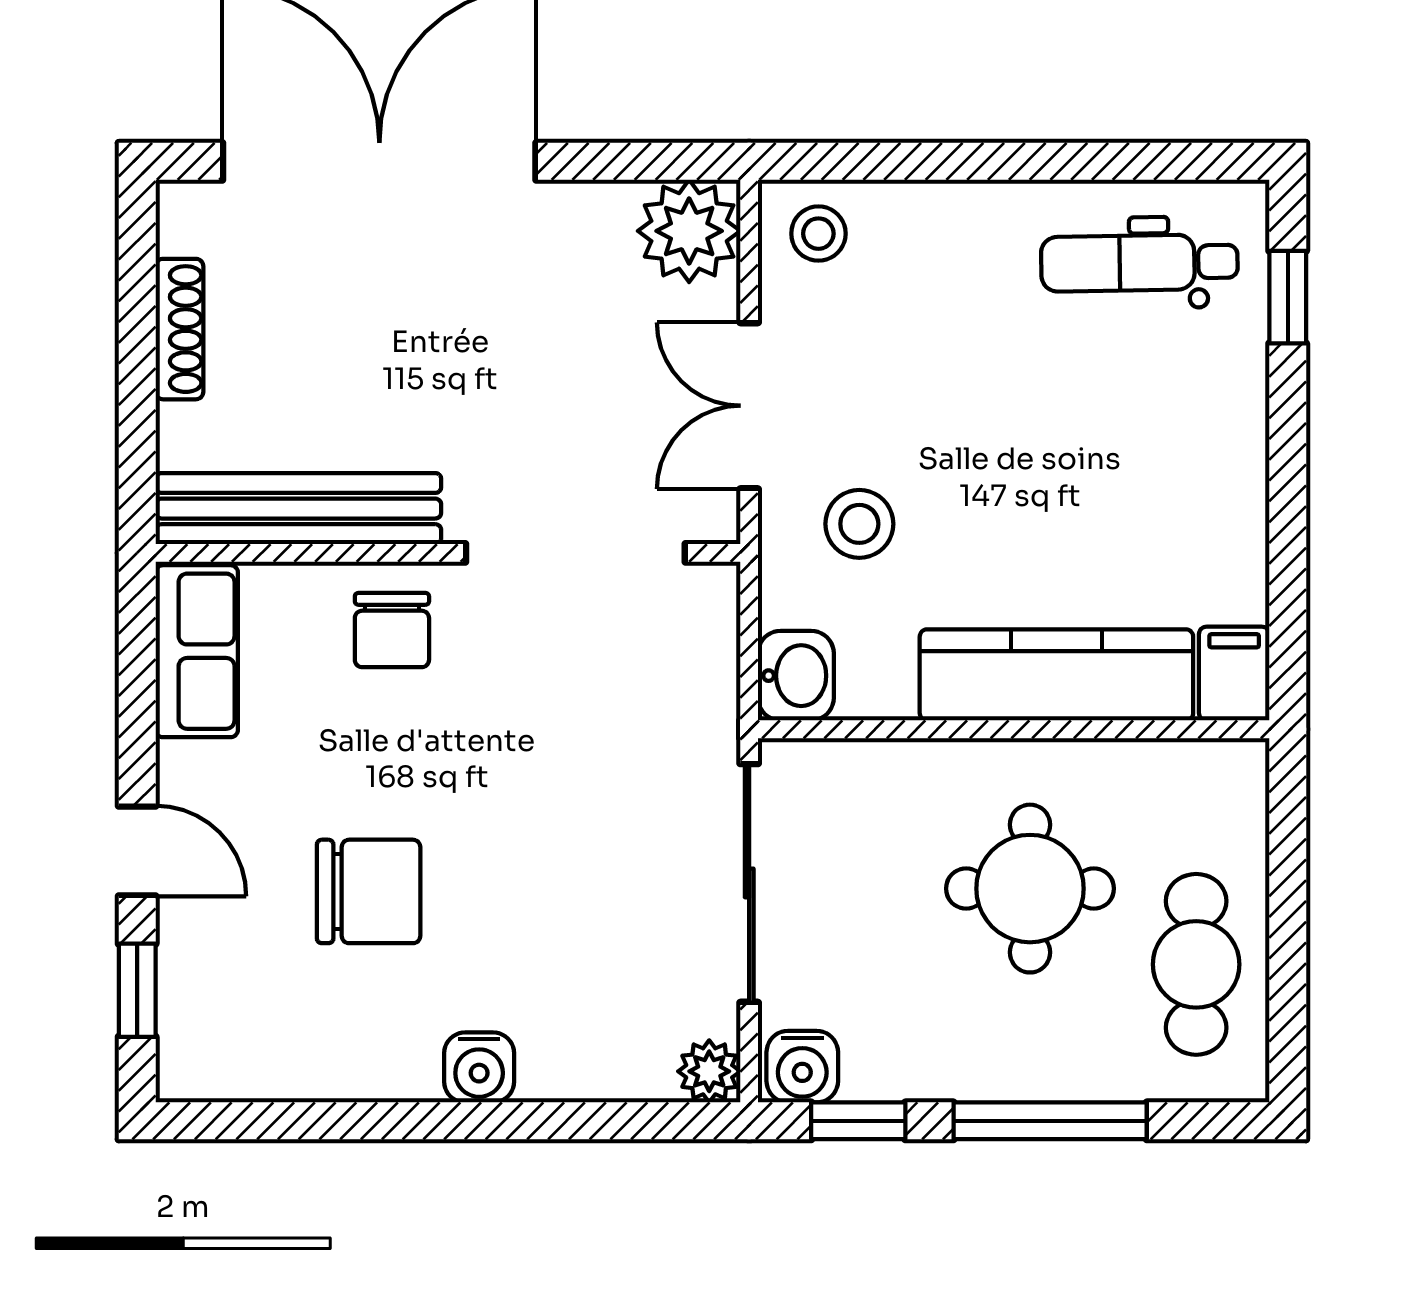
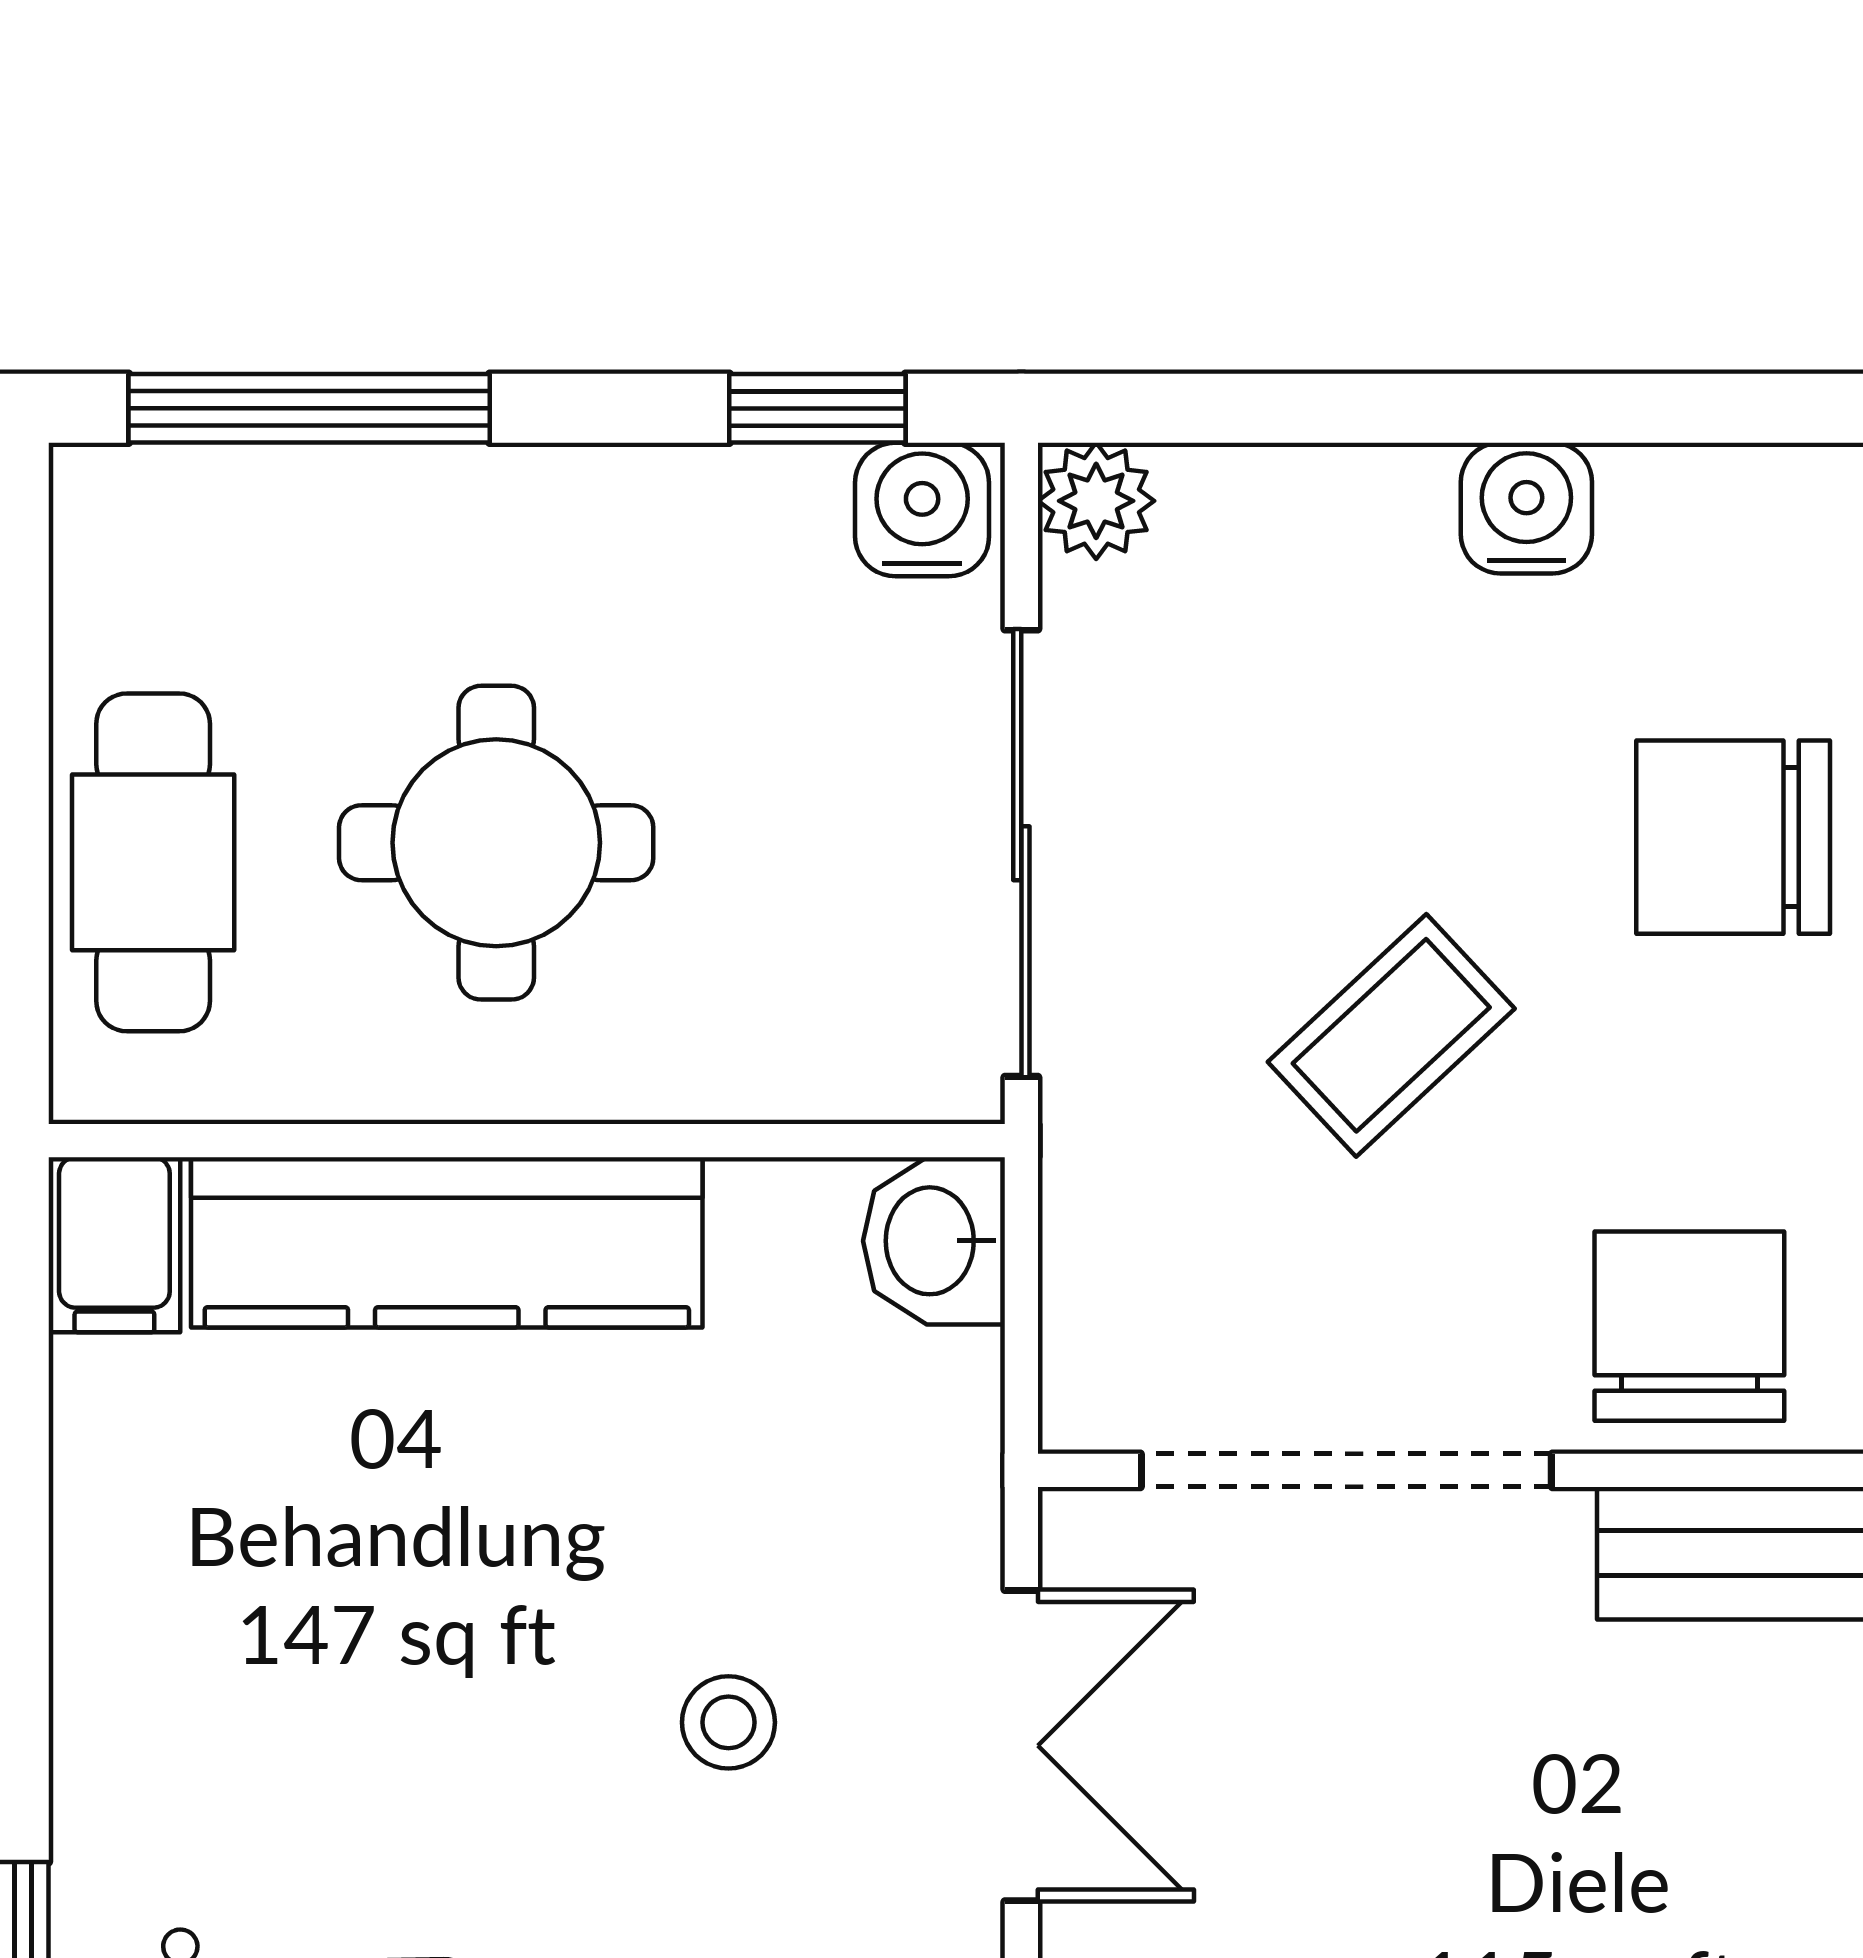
stool: (859, 524) -> (728, 1722), moved, width x0.73, depth x0.73
chair: (392, 630) -> (1689, 1326), width x1.37, depth x1.37
coffee table: (551, 786) -> (1391, 1035), added
cafe table: (1196, 964) -> (153, 862), moved
window: (1050, 1121) -> (309, 408), moved

